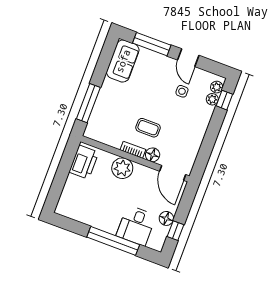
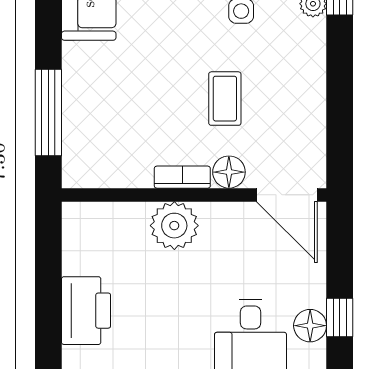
coffee table: (148, 128) -> (225, 99), moved, turned 90
printer: (84, 162) -> (86, 311), moved
floor lamp: (166, 218) -> (310, 326), moved

